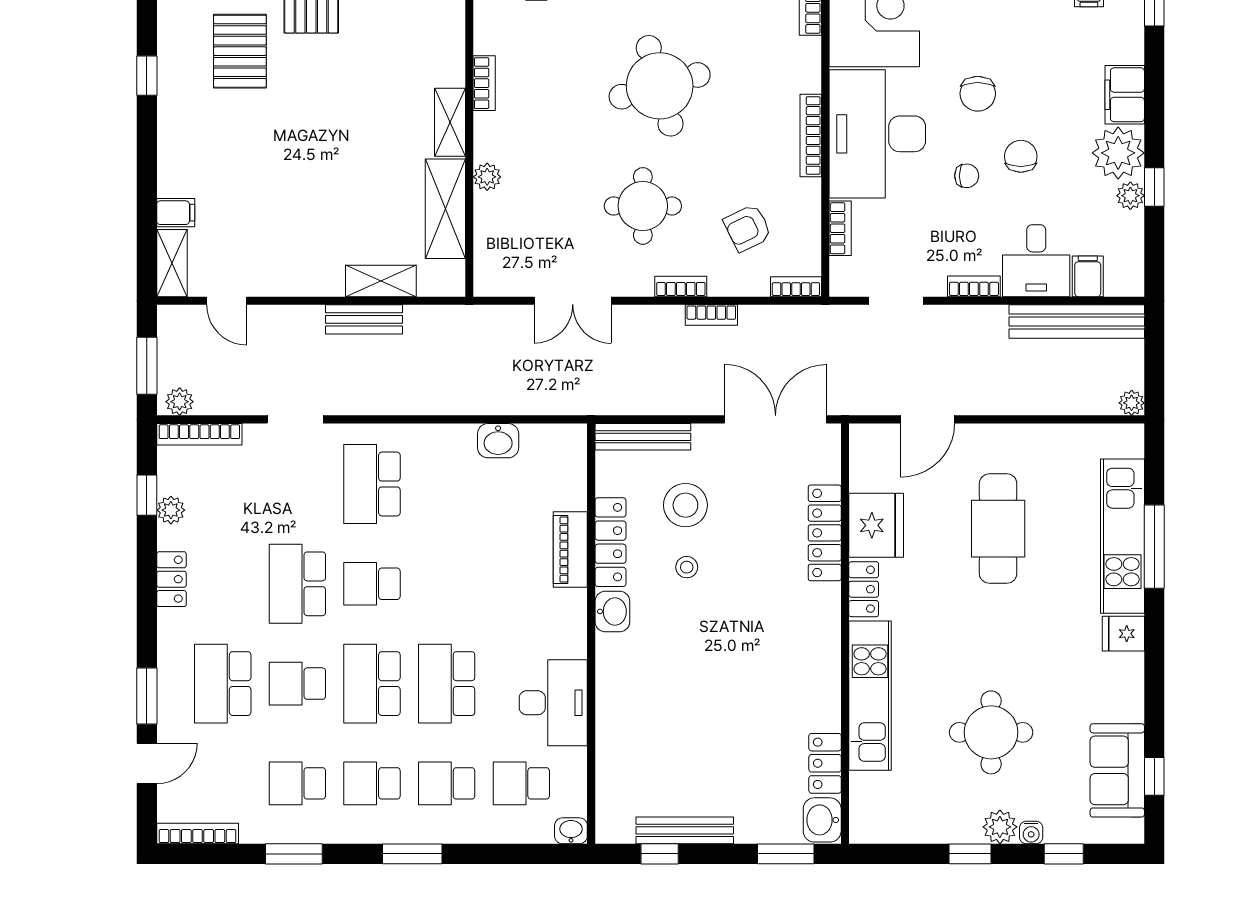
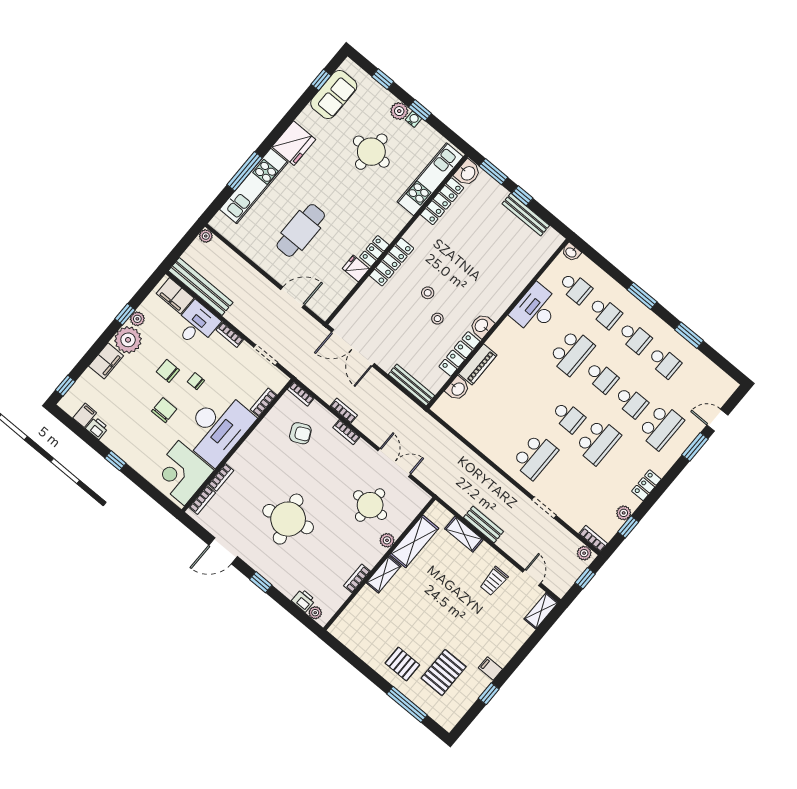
bookcase: (811, 135) -> (221, 477), moved, width x0.64
chair: (1021, 156) -> (168, 371), turned 90
round table: (643, 206) -> (370, 505), moved
filing cabinet: (176, 213) -> (490, 668), moved
trolley: (278, 249) -> (494, 581), added
filing cabinet: (1088, 276) -> (175, 296), width x2.00
window: (147, 366) -> (585, 578), width x0.67
bookcase: (199, 434) -> (593, 539), width x0.64
washbasin: (498, 441) -> (458, 389), moved, turned 90
stool: (685, 505) -> (428, 293), moved, width x0.53, depth x0.53
fridge: (876, 525) -> (356, 269), width x0.53, depth x0.75
locker: (825, 533) -> (392, 262), moved
fridge: (1123, 634) -> (294, 143), width x1.88, depth x1.34
school desk: (372, 684) -> (601, 377), width x0.54
kitchen unit: (870, 696) -> (430, 179), moved
locker: (825, 763) -> (442, 201), width x1.53
water cooler: (1031, 833) -> (413, 119), moved
bookcase: (198, 834) -> (721, 375), removed
window: (660, 854) -> (522, 196), moved

